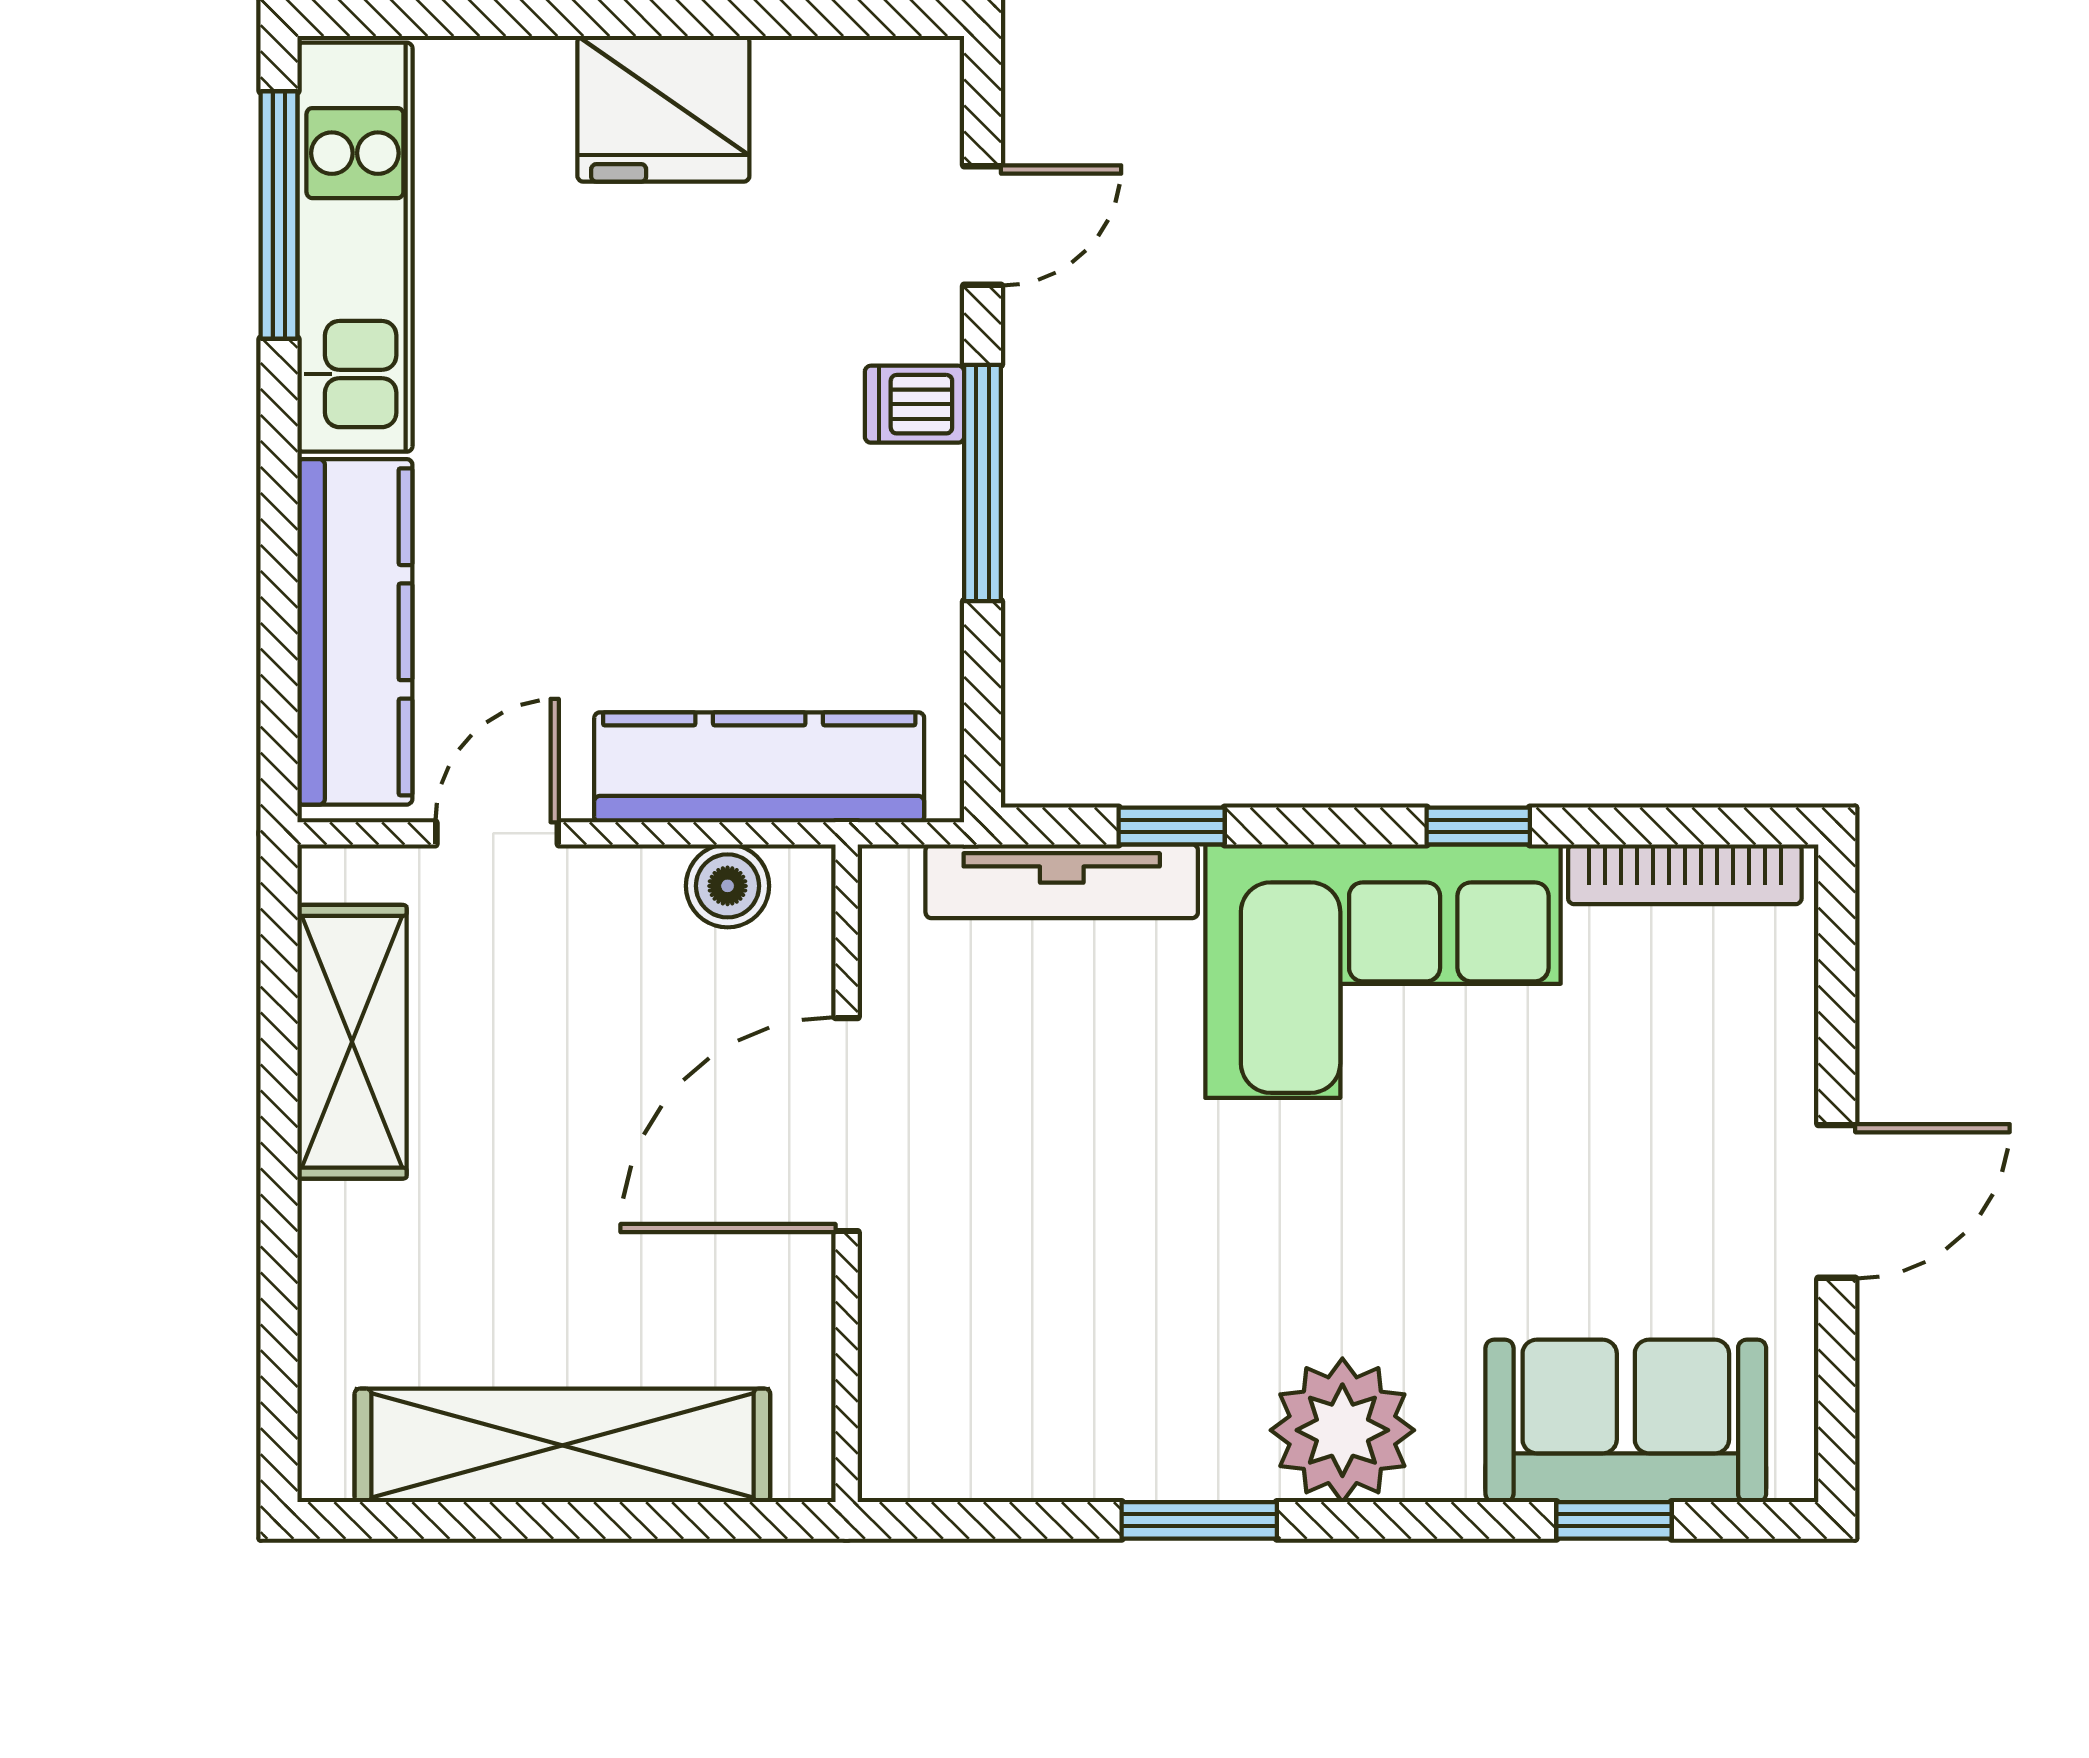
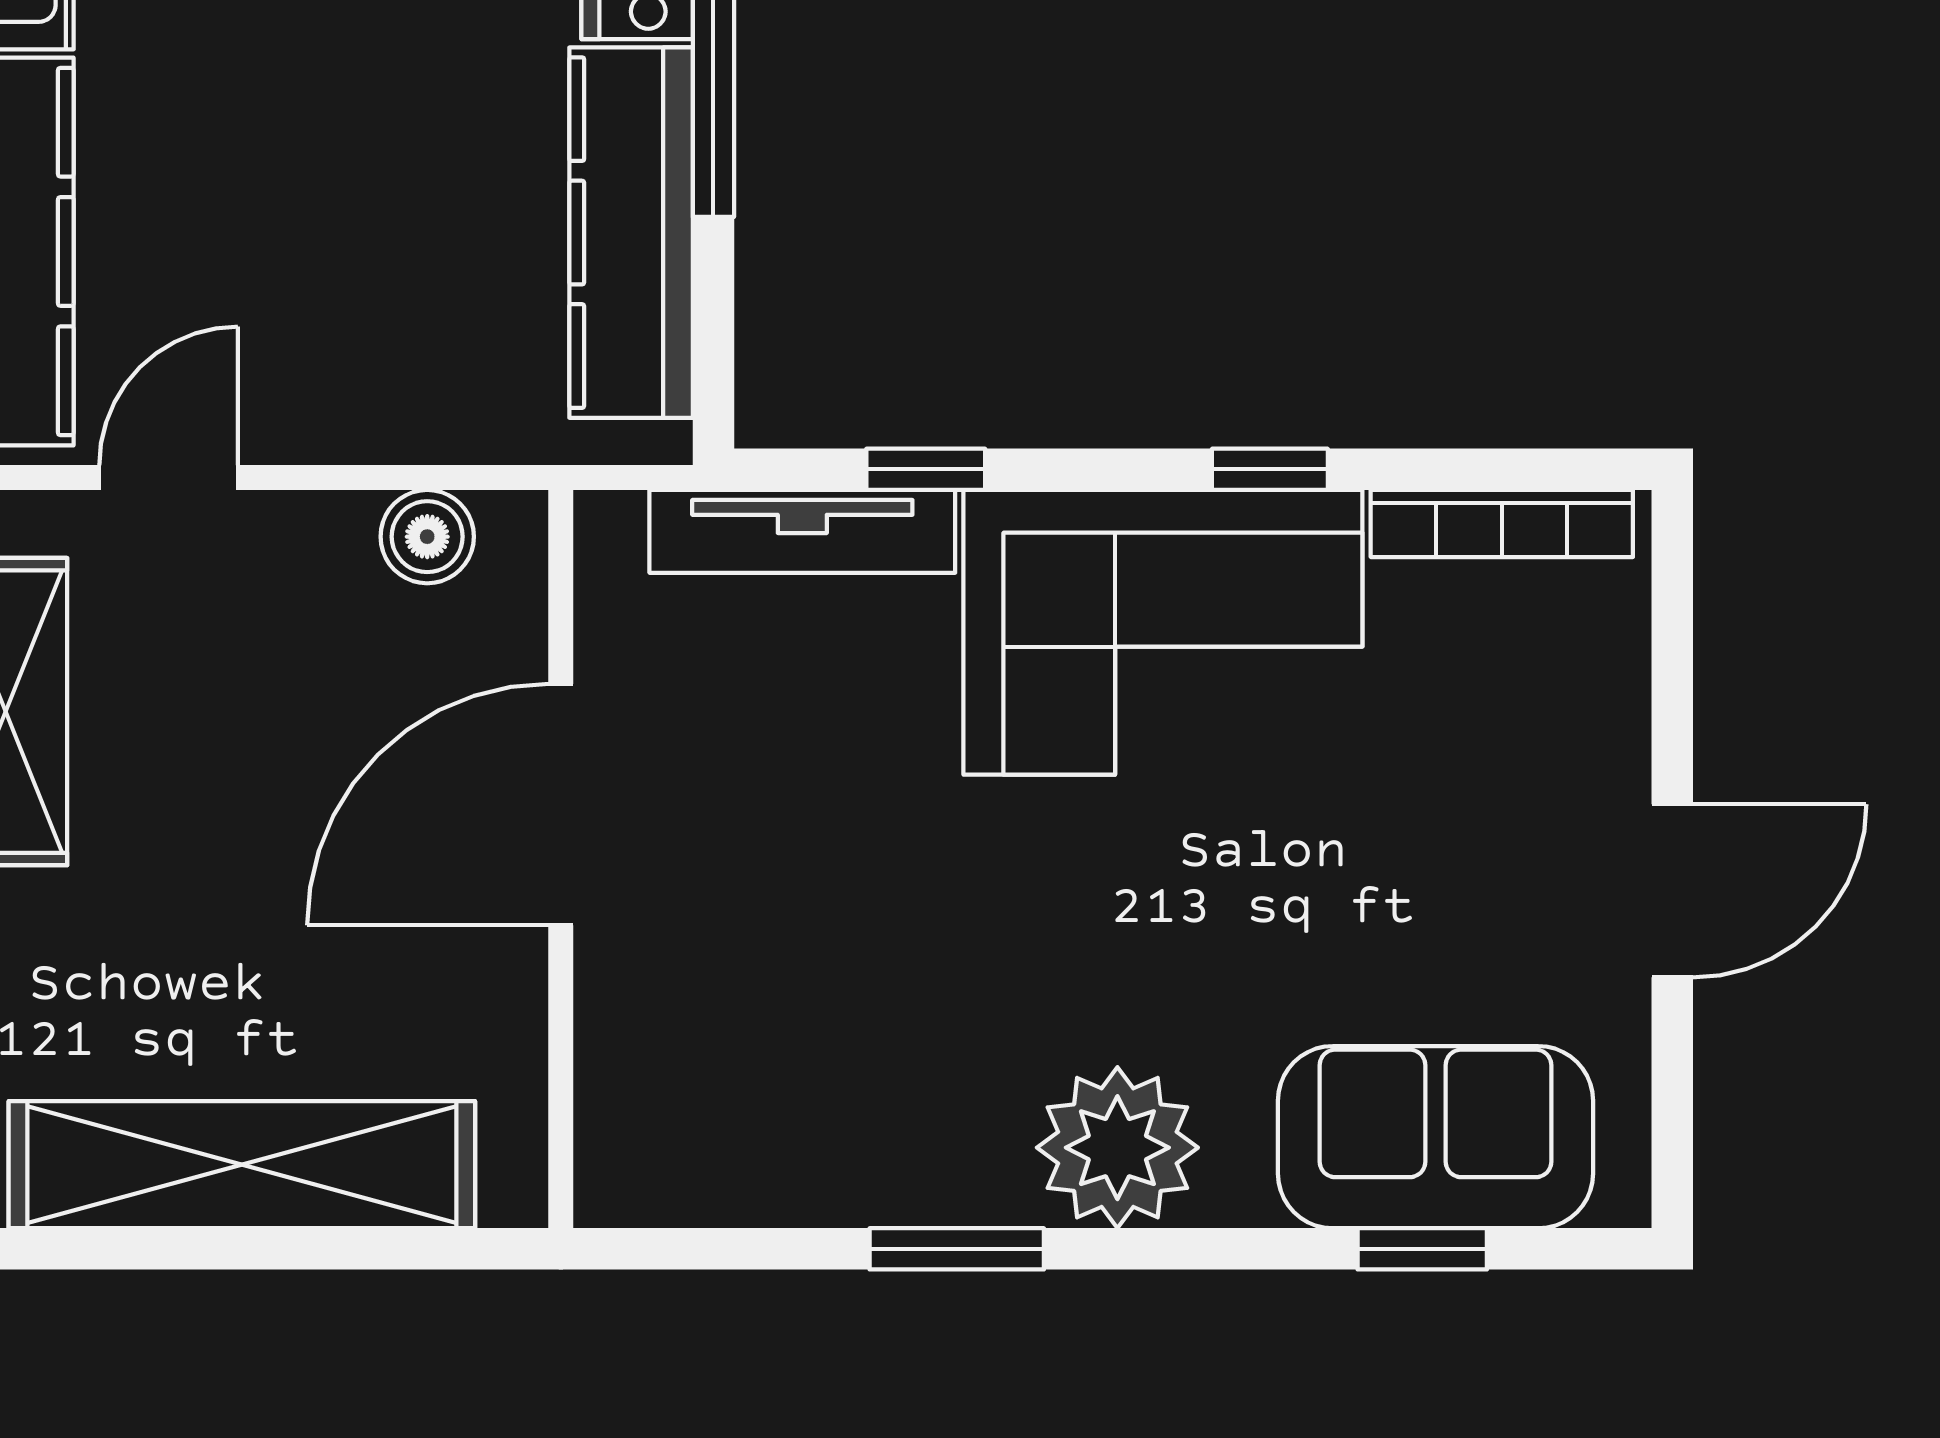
kitchen counter: (759, 767) -> (631, 233), moved, turned -90

